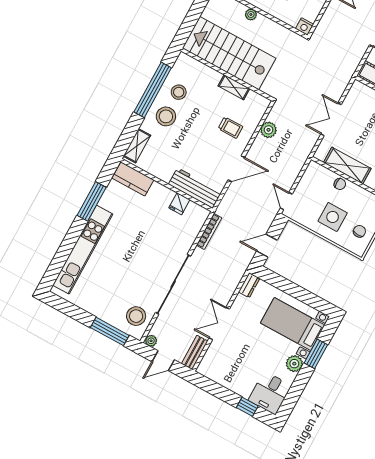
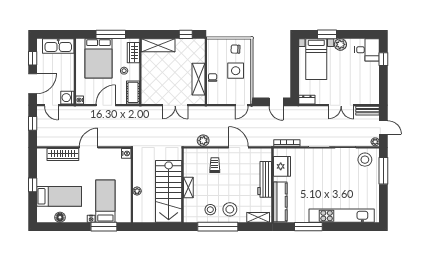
shelving: (234, 87) -> (188, 188), moved
kitchen counter: (133, 179) -> (280, 202), width x1.50
workbench: (195, 188) -> (265, 179), moved
fridge: (179, 204) -> (282, 166), width x1.88, depth x1.34

